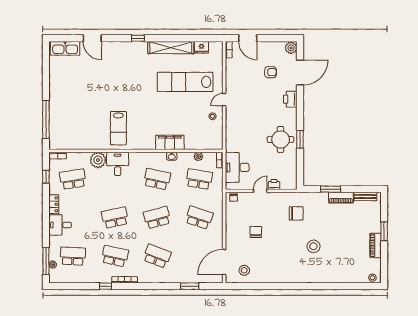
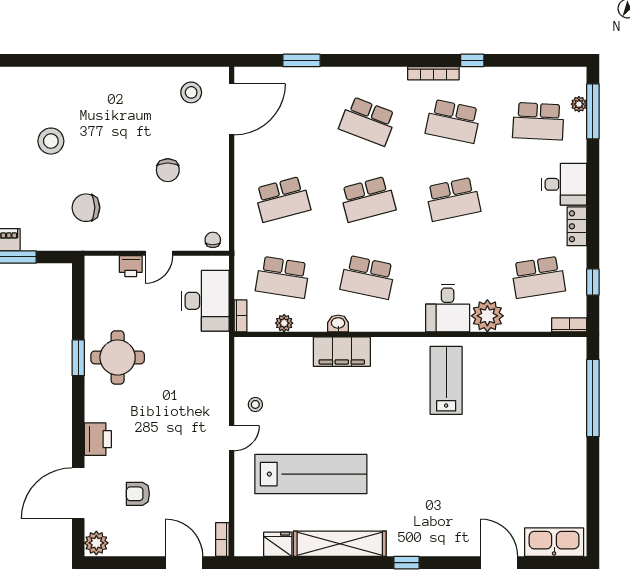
school desk: (199, 218) -> (282, 199), turned -33

